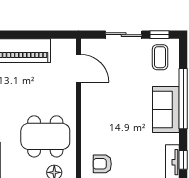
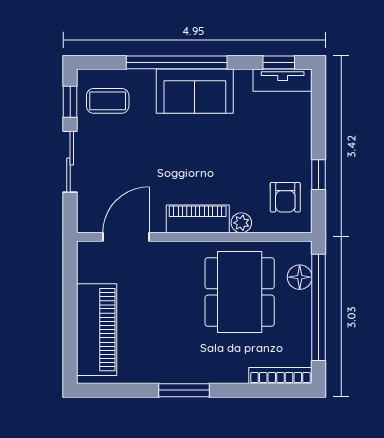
piano: (89, 111) -> (198, 219), added
plant: (87, 137) -> (241, 223), added

